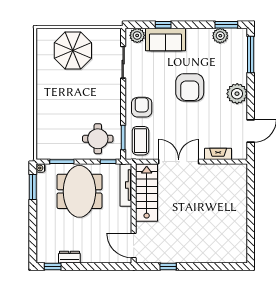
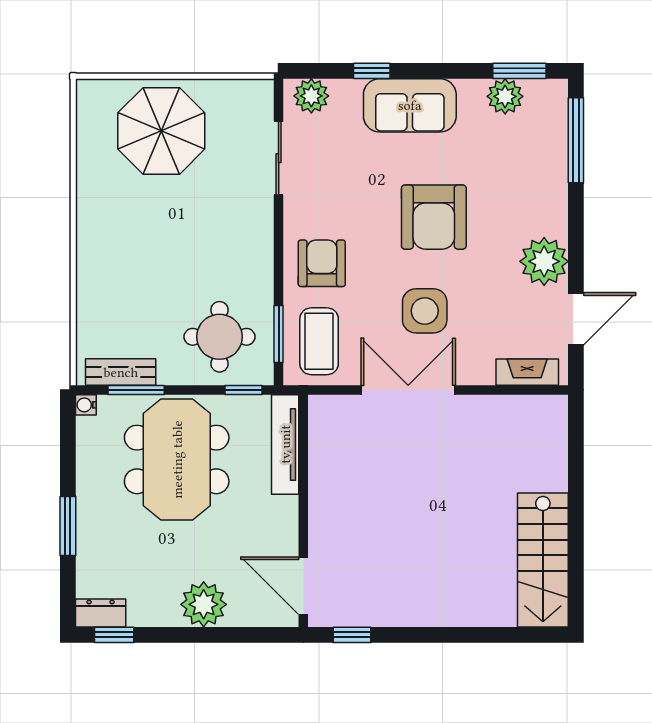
sofa: (165, 39) -> (410, 105), moved
plant: (237, 94) -> (544, 261), moved
side table: (186, 128) -> (425, 311), added
bench: (55, 154) -> (121, 372), added
fireplace: (218, 154) -> (527, 372), moved
window: (33, 187) -> (68, 526), moved
stairs: (147, 193) -> (543, 560), moved, turned 180
plant: (91, 253) -> (204, 604), added
dresser: (69, 257) -> (101, 613), moved
window: (168, 267) -> (352, 635), moved

